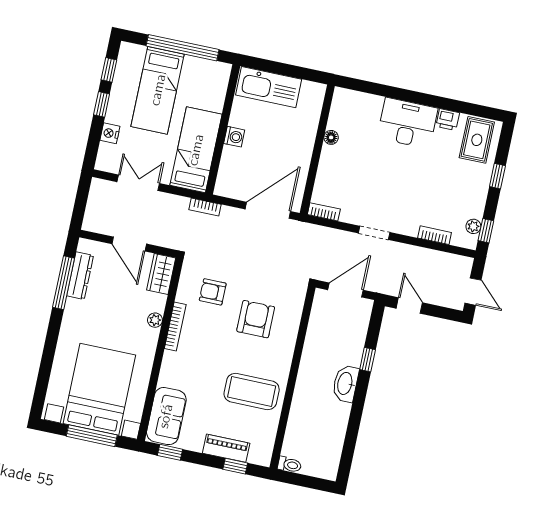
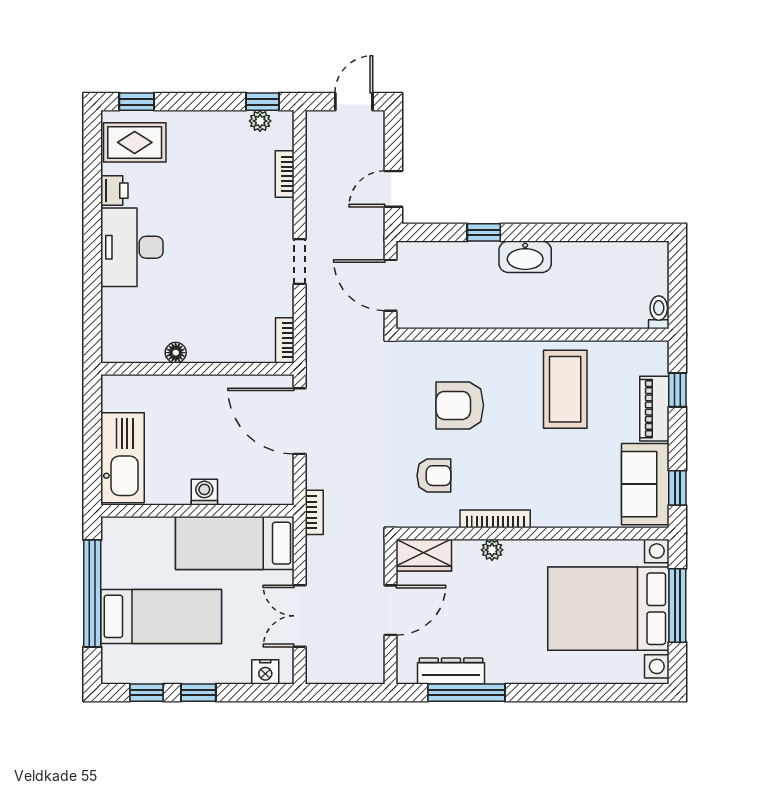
nightstand: (110, 133) -> (265, 672), moved
window: (497, 176) -> (137, 102), moved
armchair: (213, 292) -> (434, 476), turned -90
sofa: (166, 416) -> (645, 484), moved, turned -90

